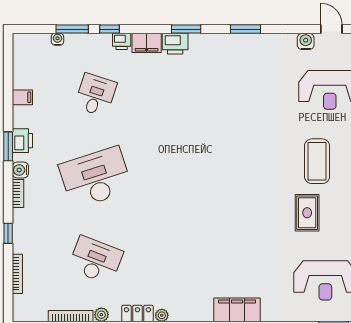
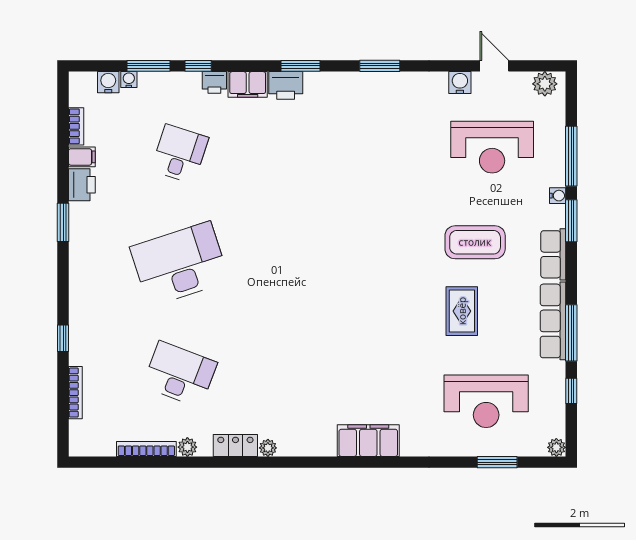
printer: (22, 141) -> (82, 185), moved
coffee table: (317, 161) -> (475, 242), turned 90
water cooler: (20, 170) -> (108, 82), moved, turned 90
bookcase: (18, 193) -> (76, 126), moved

